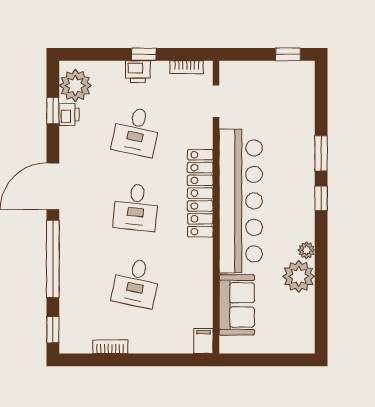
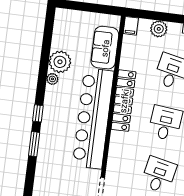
locker: (200, 193) -> (124, 101), moved
plant: (163, 342) -> (159, 29), added

